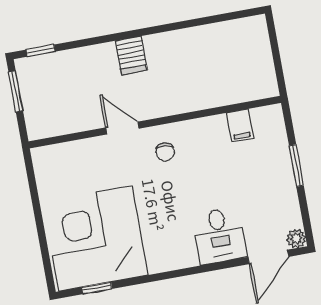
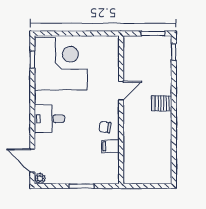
filing cabinet: (240, 125) -> (110, 146), moved
chair: (165, 152) -> (105, 127), moved
desk: (220, 236) -> (50, 119), moved

